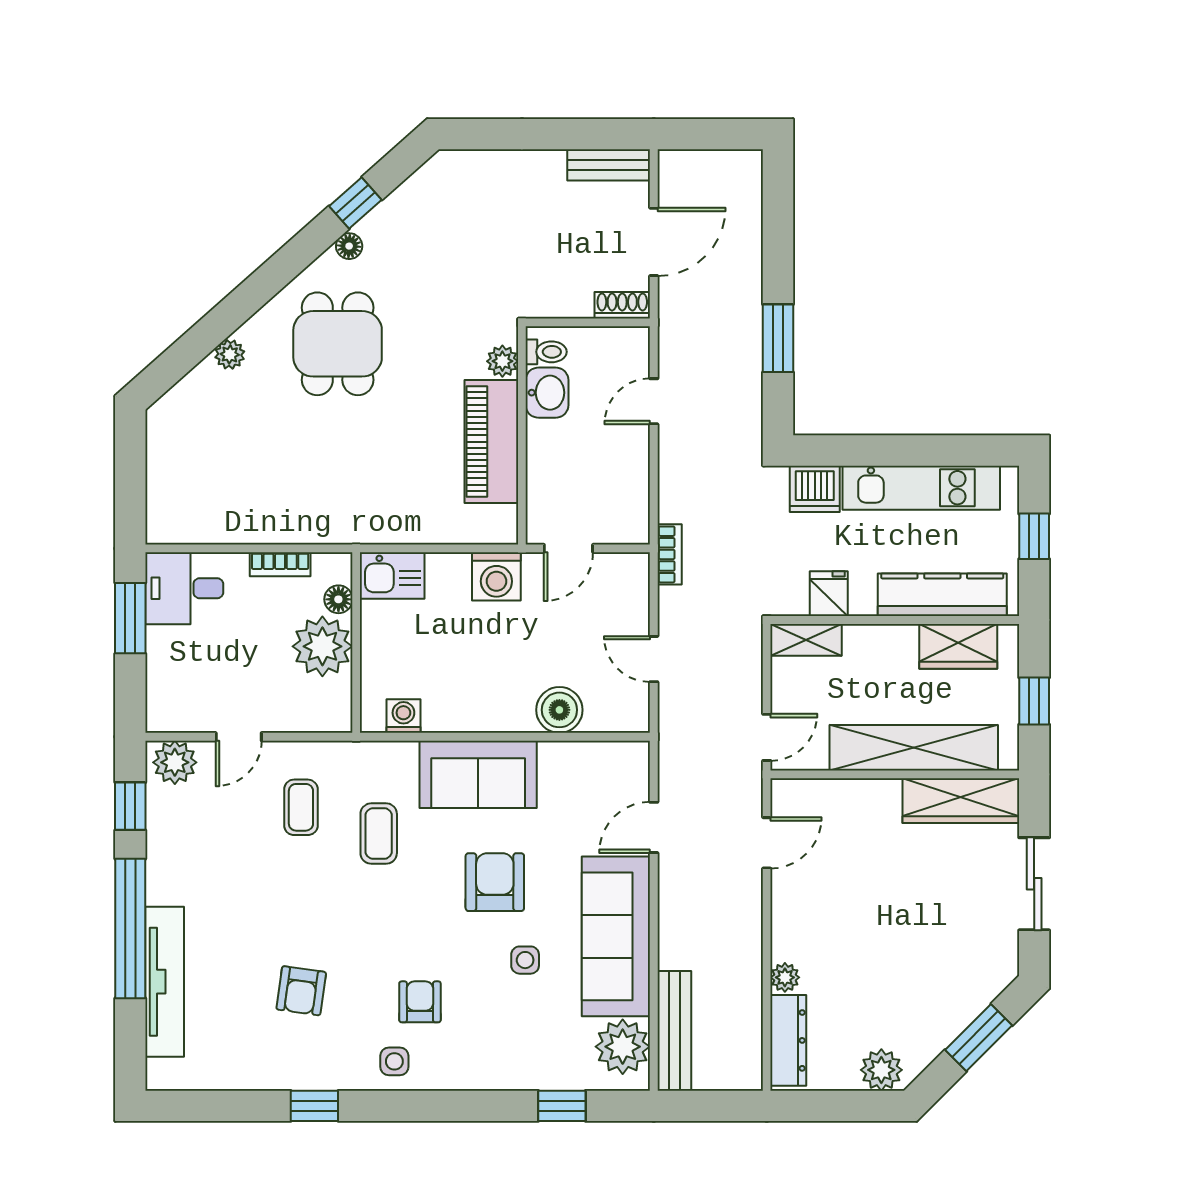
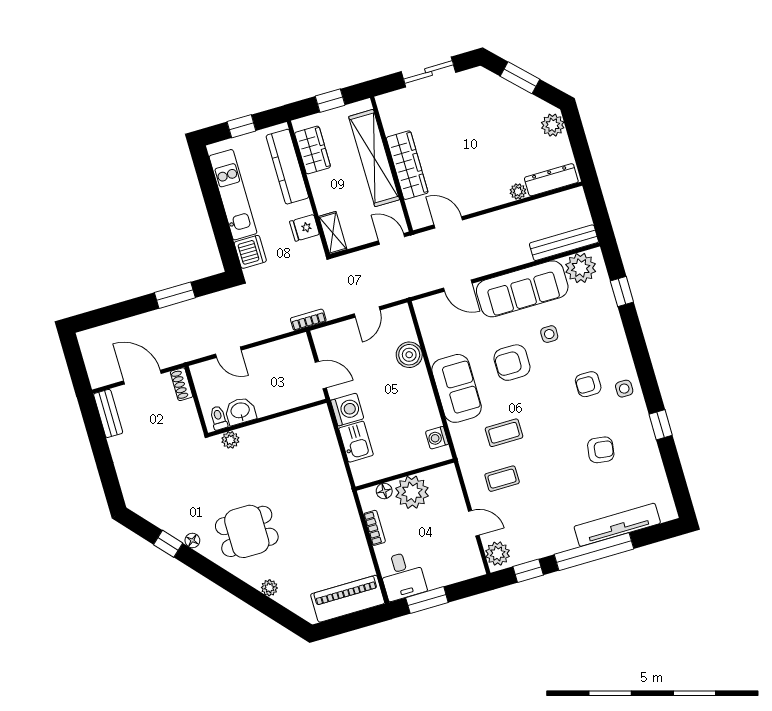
piano: (491, 442) -> (348, 599), moved, turned 180
kitchen sink: (392, 576) -> (356, 442), moved
wardrobe: (961, 801) -> (407, 165), moved

